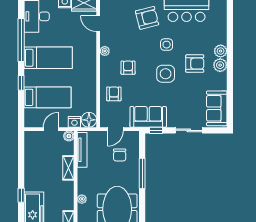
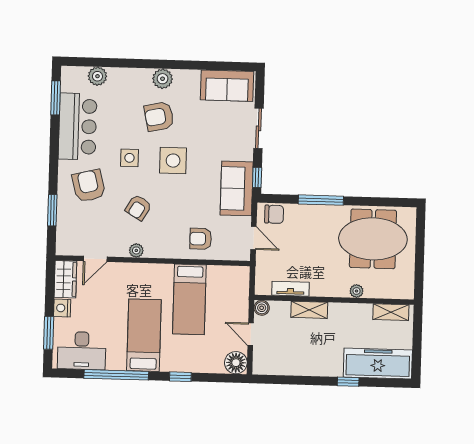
plant: (221, 51) -> (97, 76), moved
armchair: (195, 64) -> (159, 116), turned -102
armchair: (128, 68) -> (138, 208), moved, turned -59
bed: (48, 97) -> (189, 299), moved, turned 180
floor lamp: (89, 120) -> (236, 363), moved
nightstand: (74, 122) -> (241, 299), removed
tv unit: (82, 150) -> (290, 289), width x0.71
chair: (120, 155) -> (274, 214), moved

